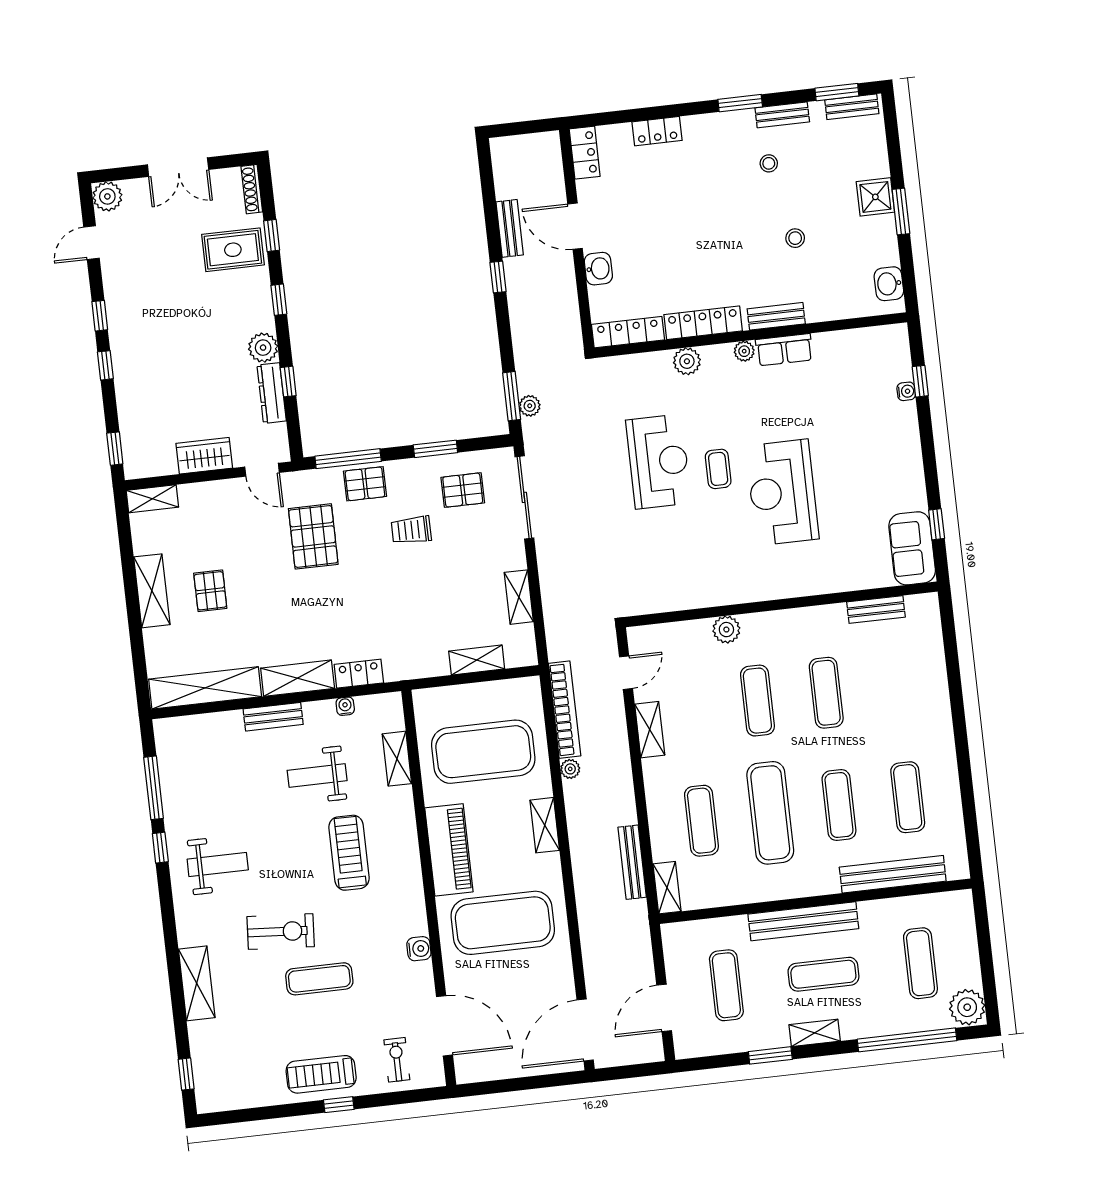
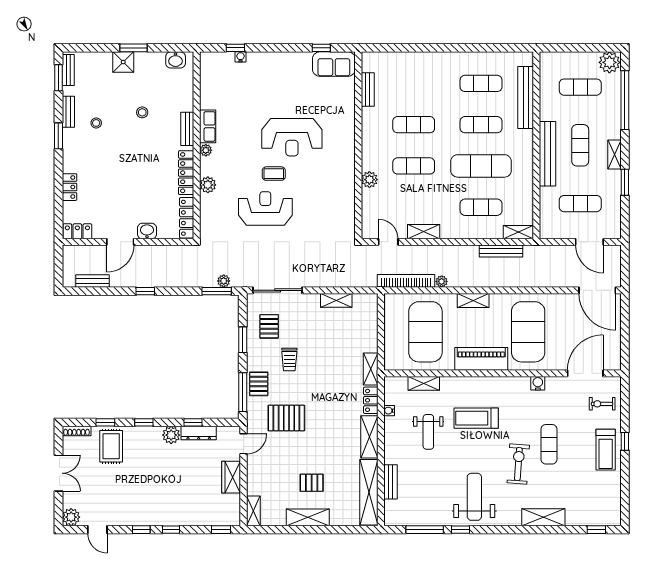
bench: (510, 228) -> (92, 281), moved
shelving: (477, 660) -> (371, 369), moved
bench: (273, 717) -> (391, 482), moved
weight bench: (218, 865) -> (474, 497), width x1.36, depth x1.33

